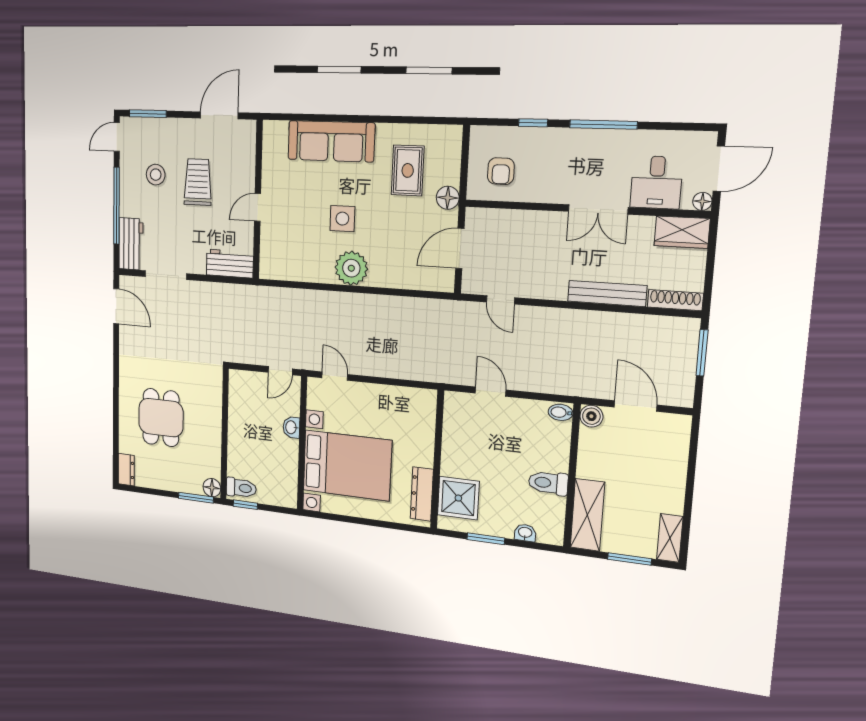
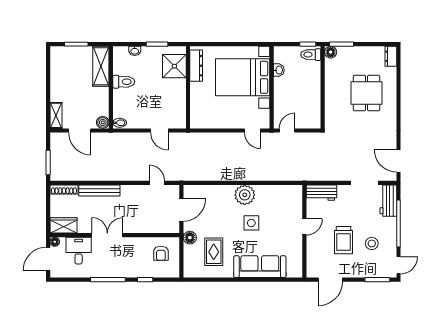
armchair: (501, 171) -> (161, 253), turned 180
washbasin: (291, 427) -> (279, 70), moved
shelving: (670, 538) -> (56, 115), moved

